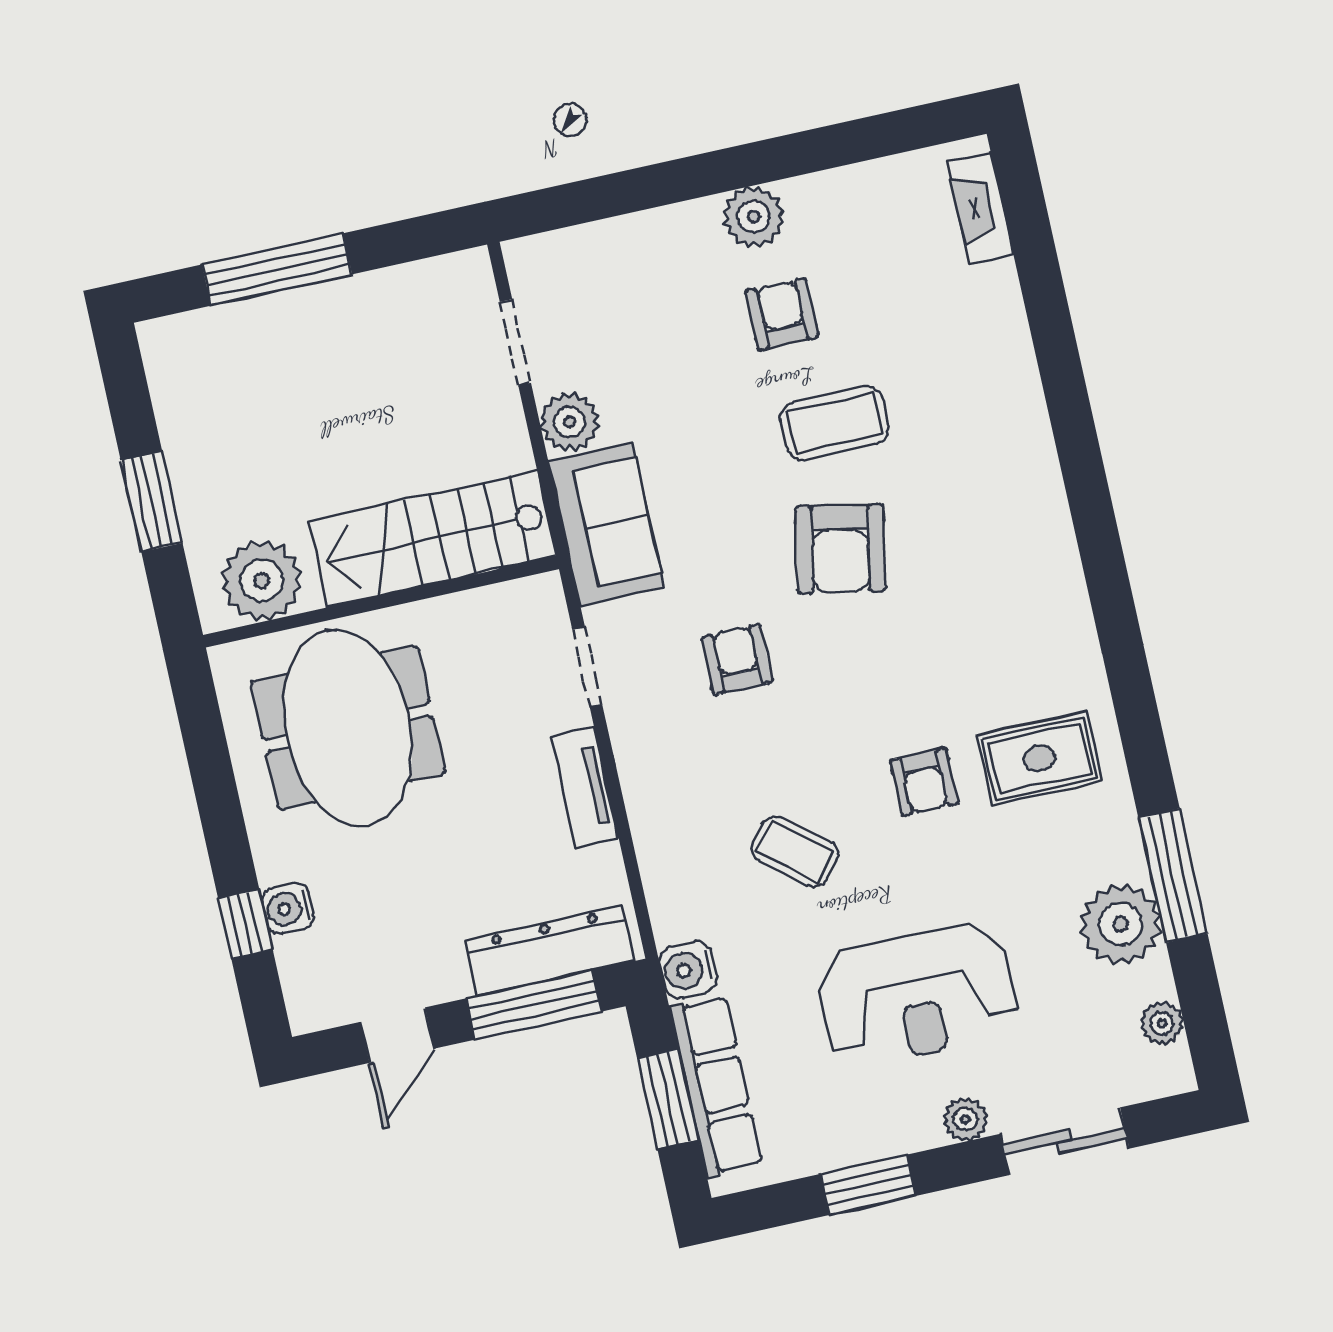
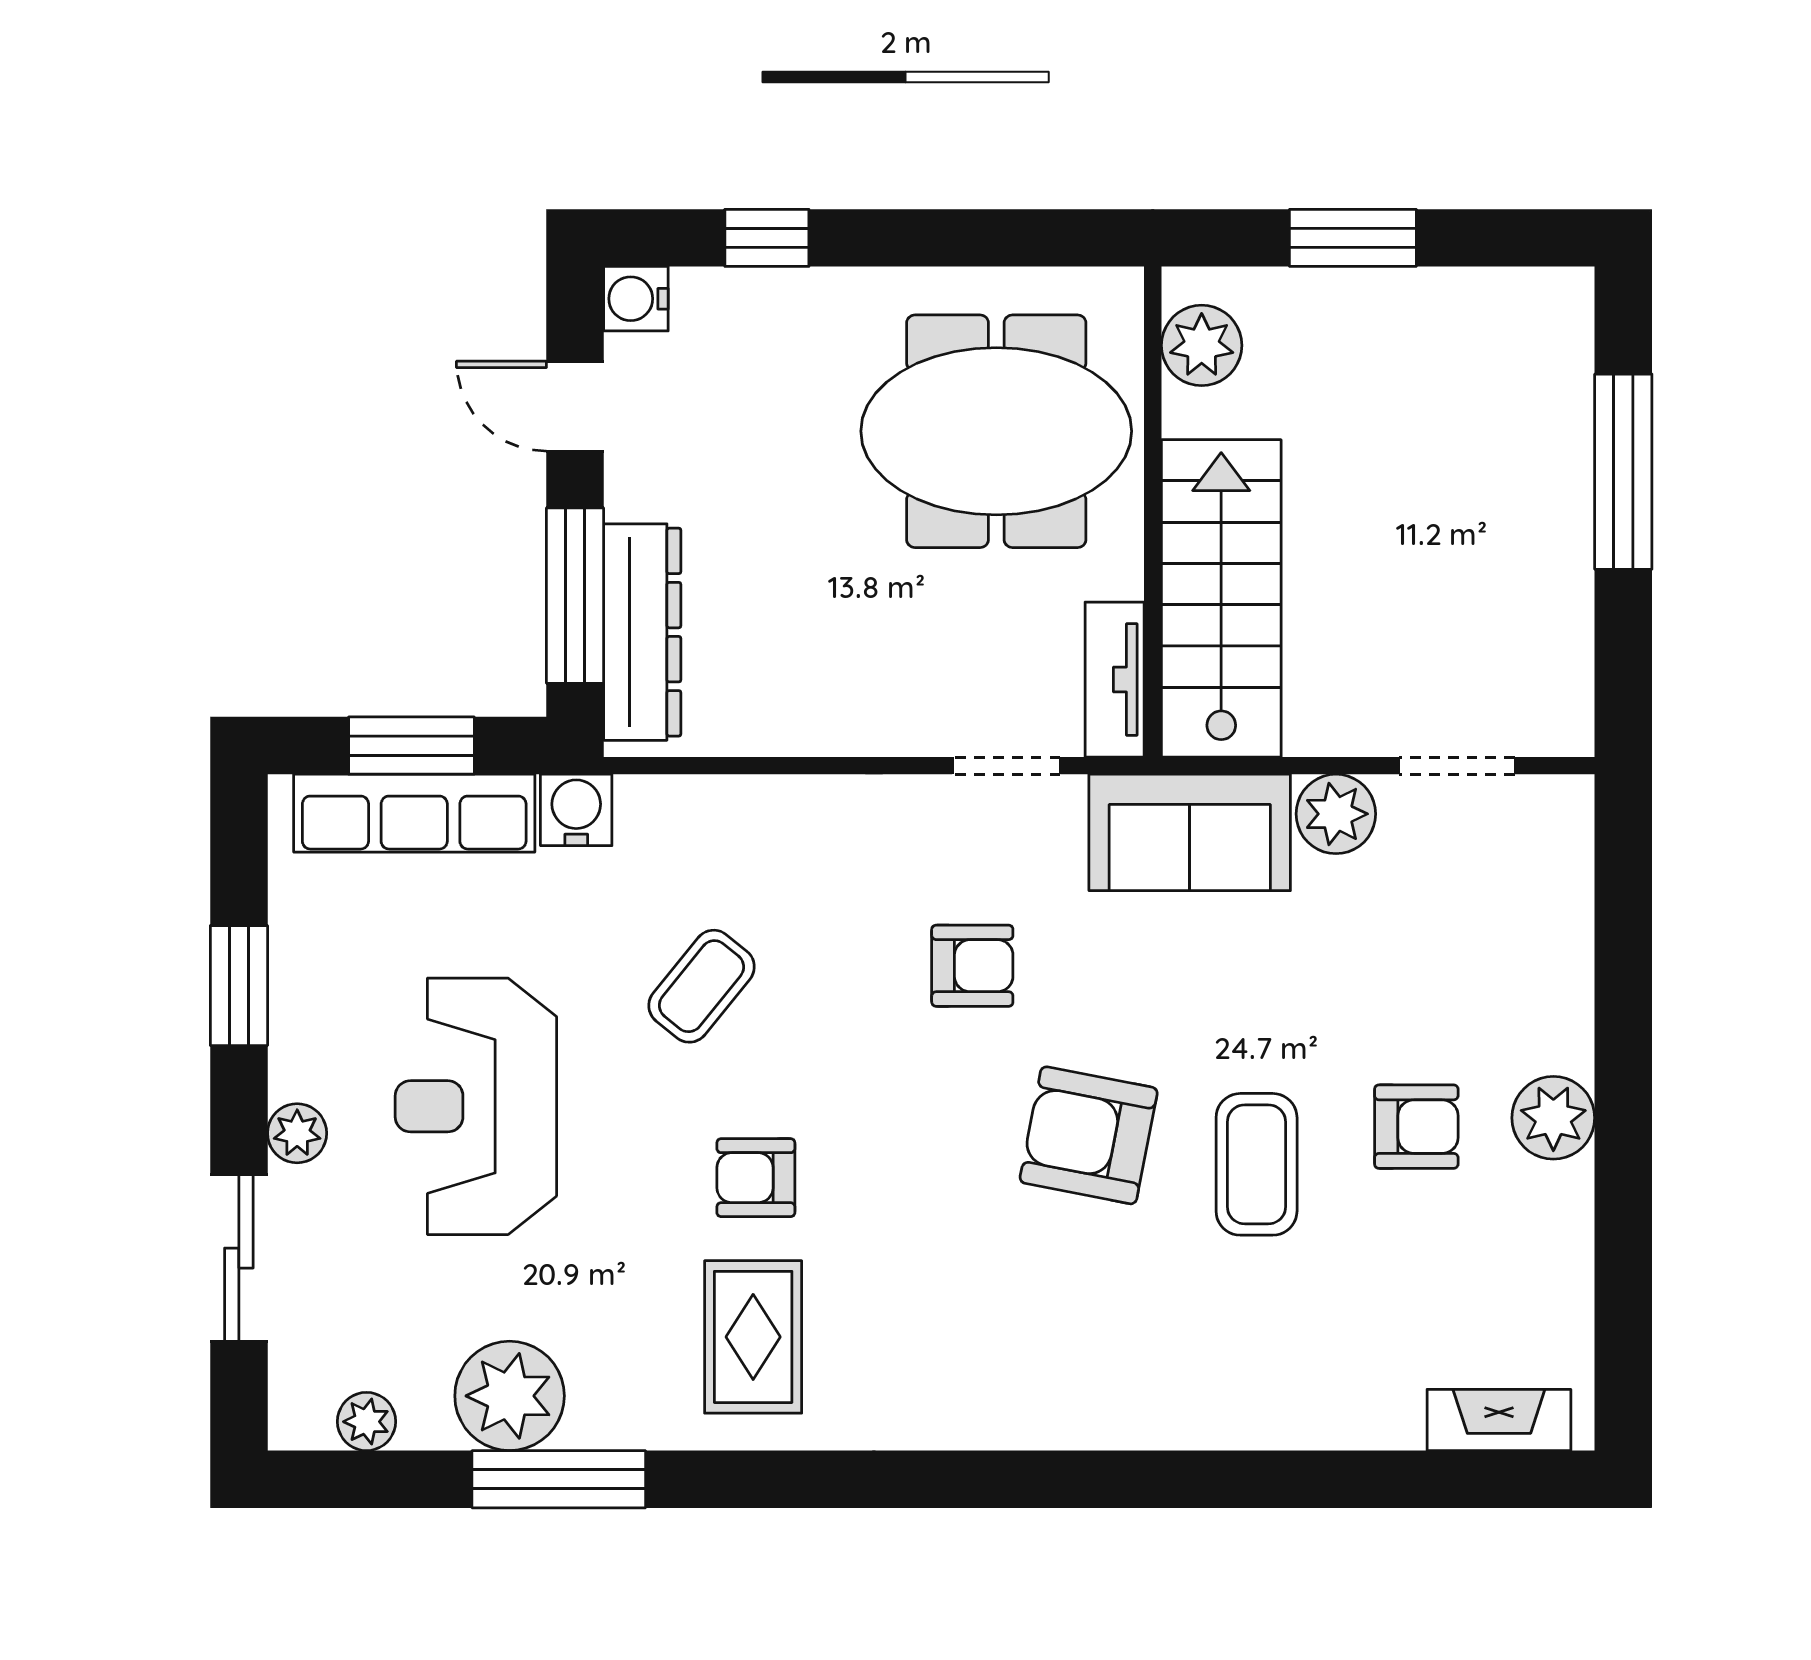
plant: (262, 581) -> (1202, 345), width x0.73, depth x0.73
tv unit: (585, 788) -> (1115, 680), moved, turned -90
water cooler: (288, 908) -> (636, 299), moved, turned -90

